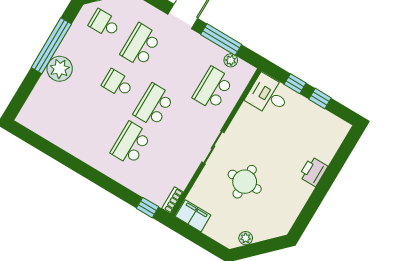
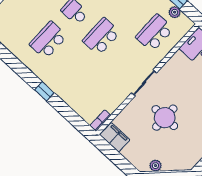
school desk: (131, 144) -> (48, 40), moved
window: (147, 208) -> (44, 91), moved

